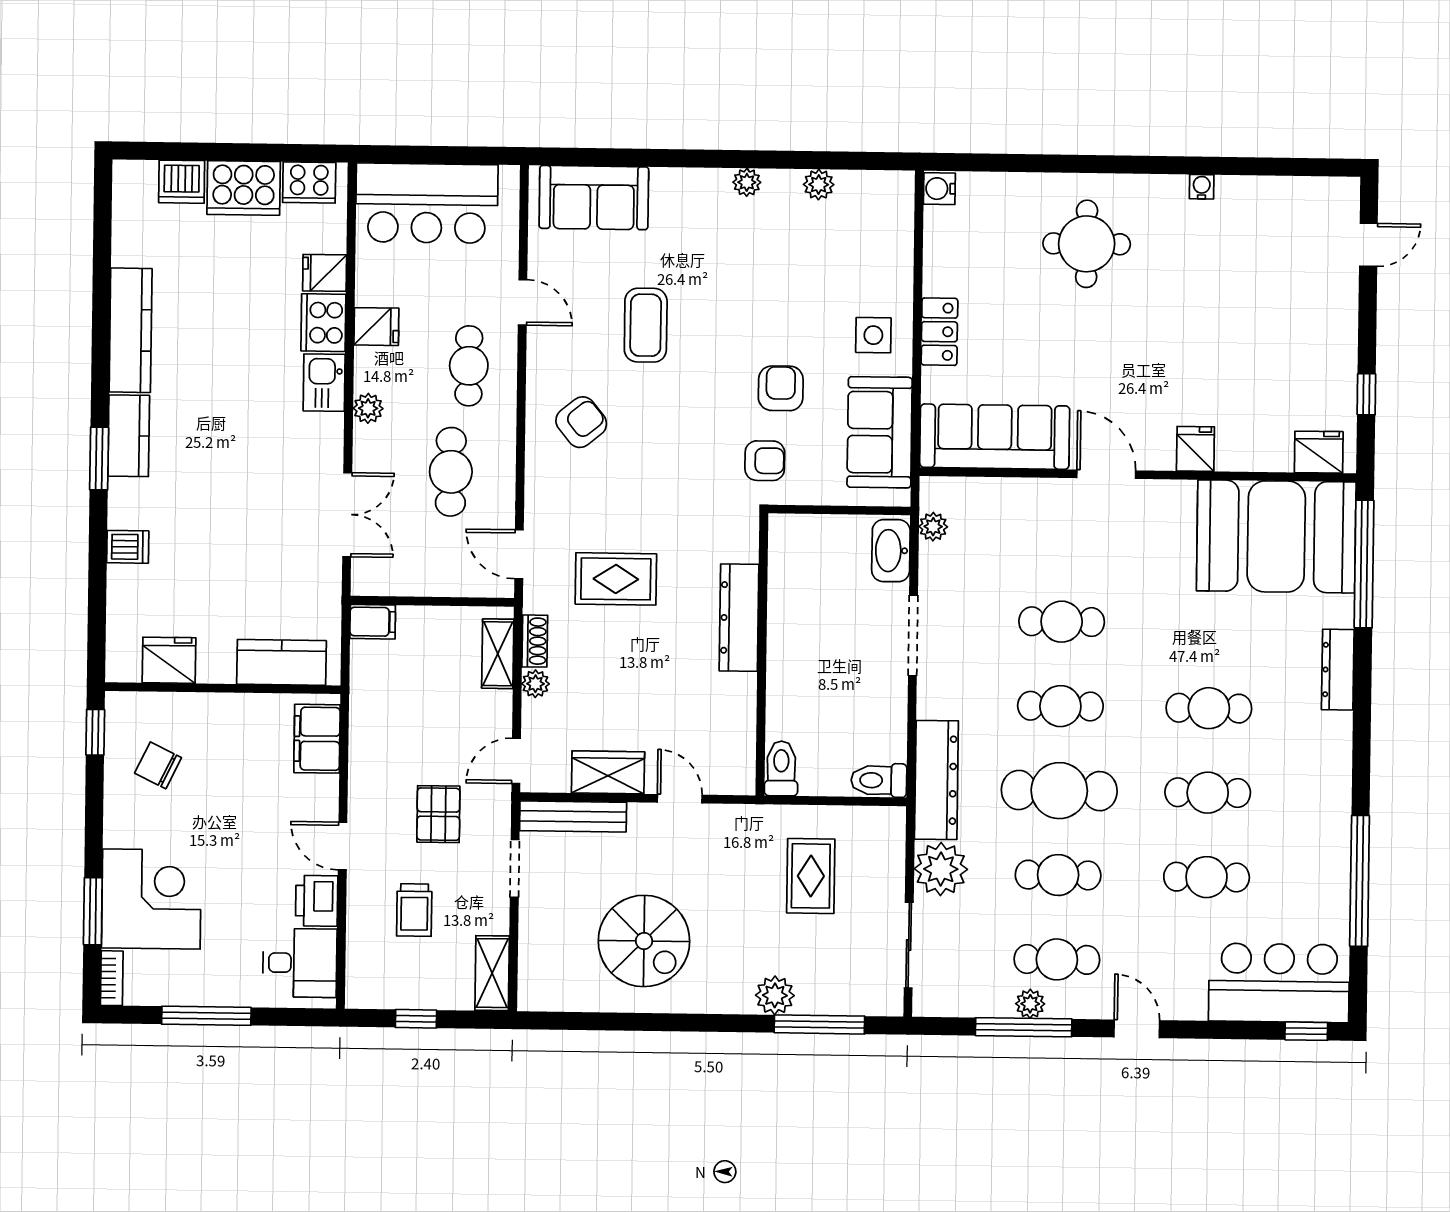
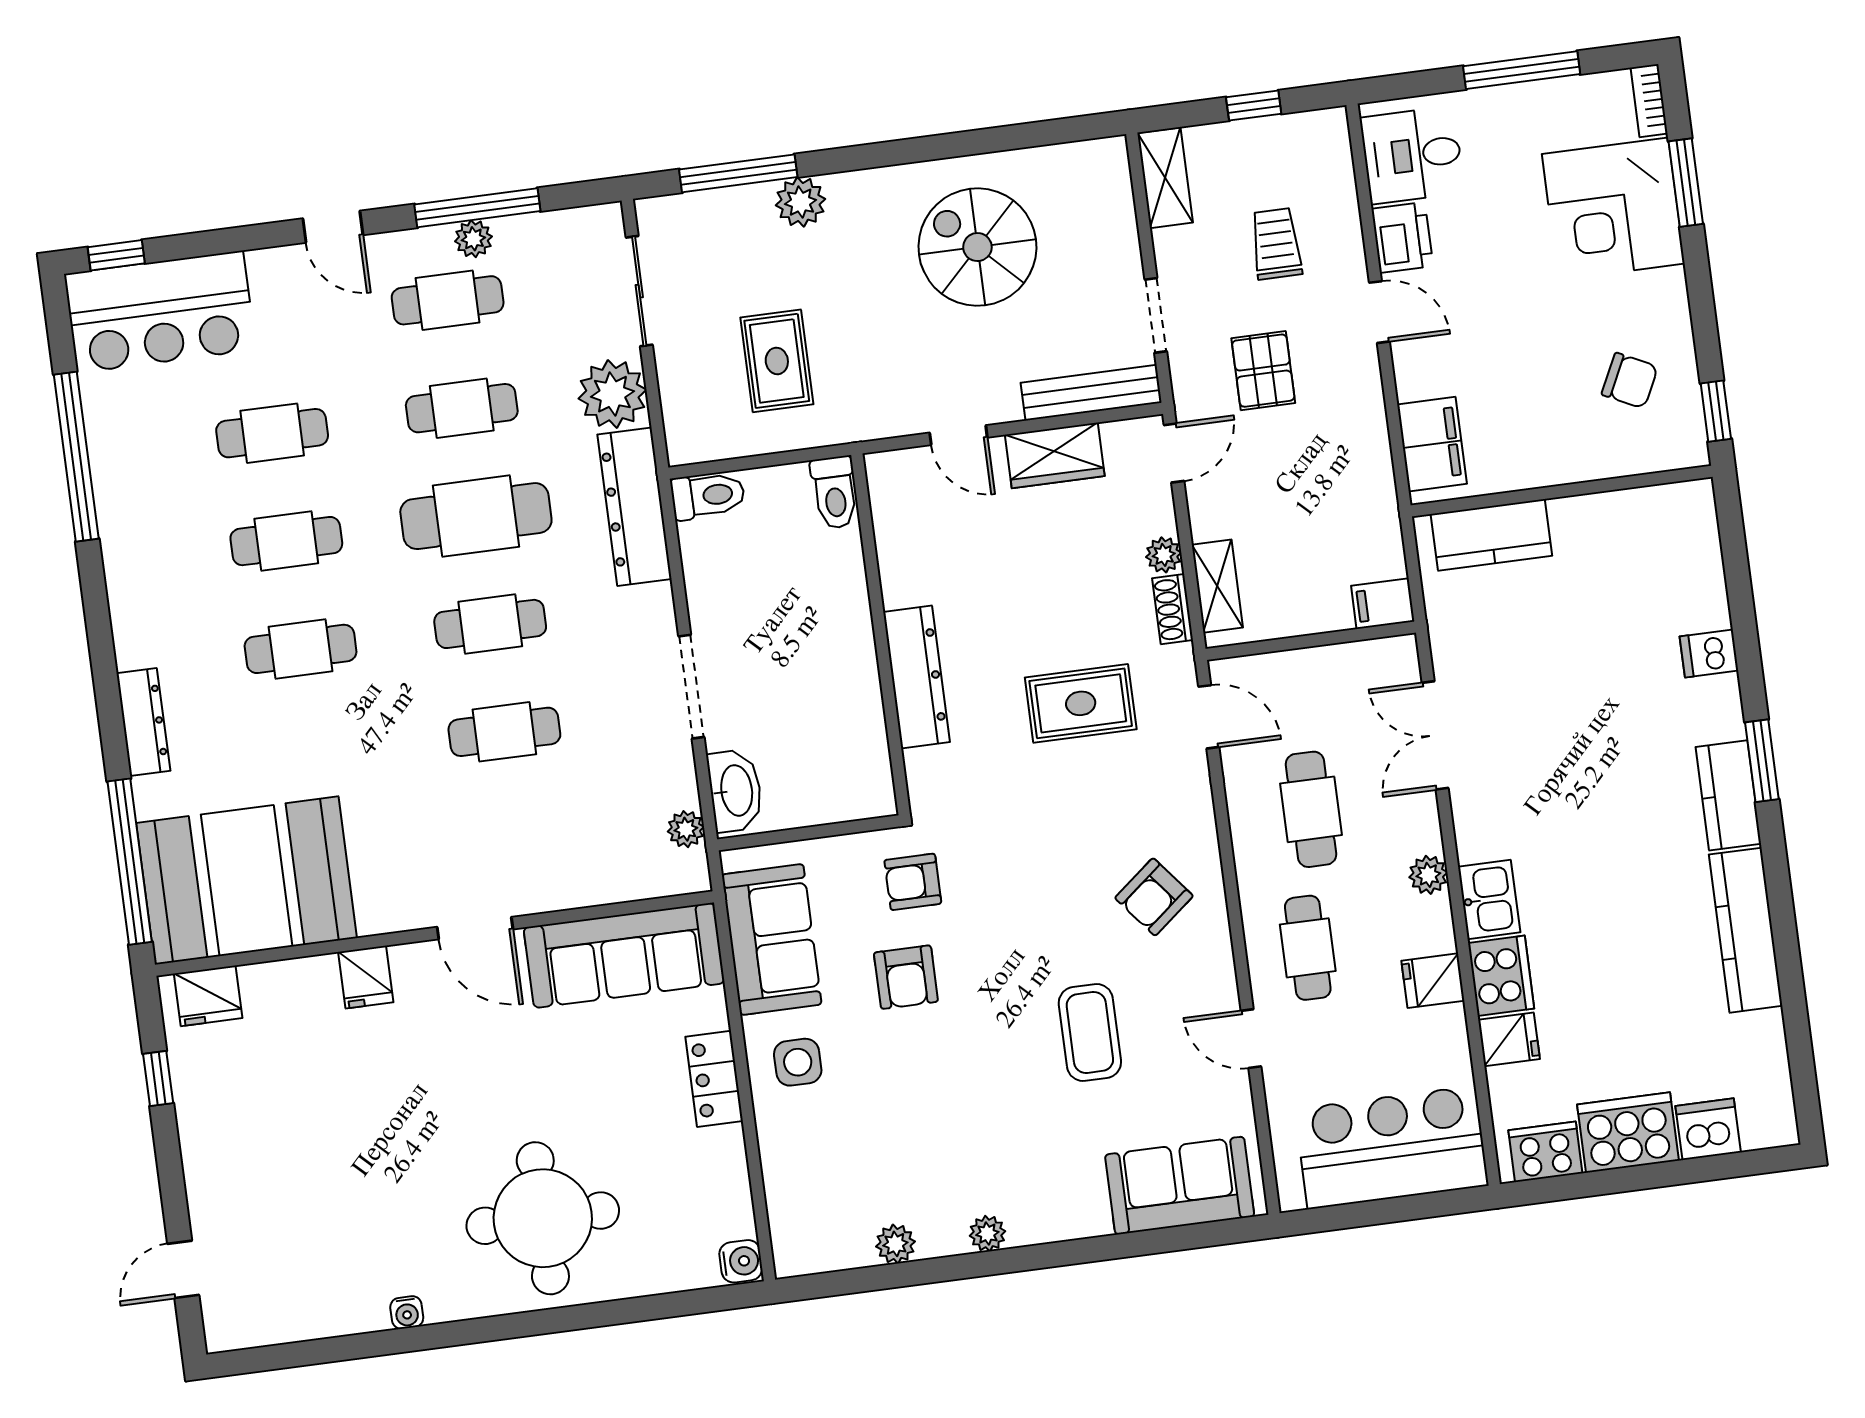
round table: (1087, 244) -> (543, 1218), width x1.36, depth x1.36
fridge: (169, 660) -> (1635, 517), removed

